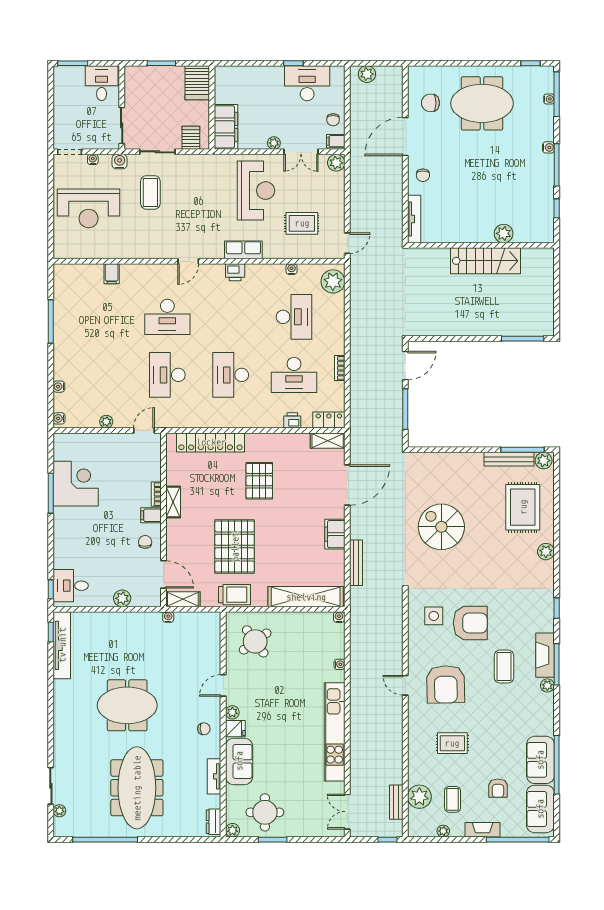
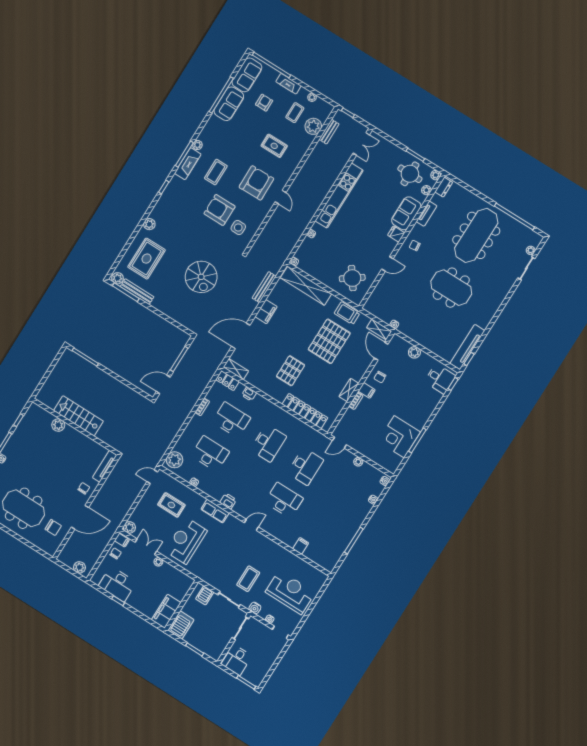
filing cabinet: (226, 127) -> (166, 611), moved
desk: (294, 317) -> (210, 454), turned 90
plant: (232, 712) -> (426, 190), moved

